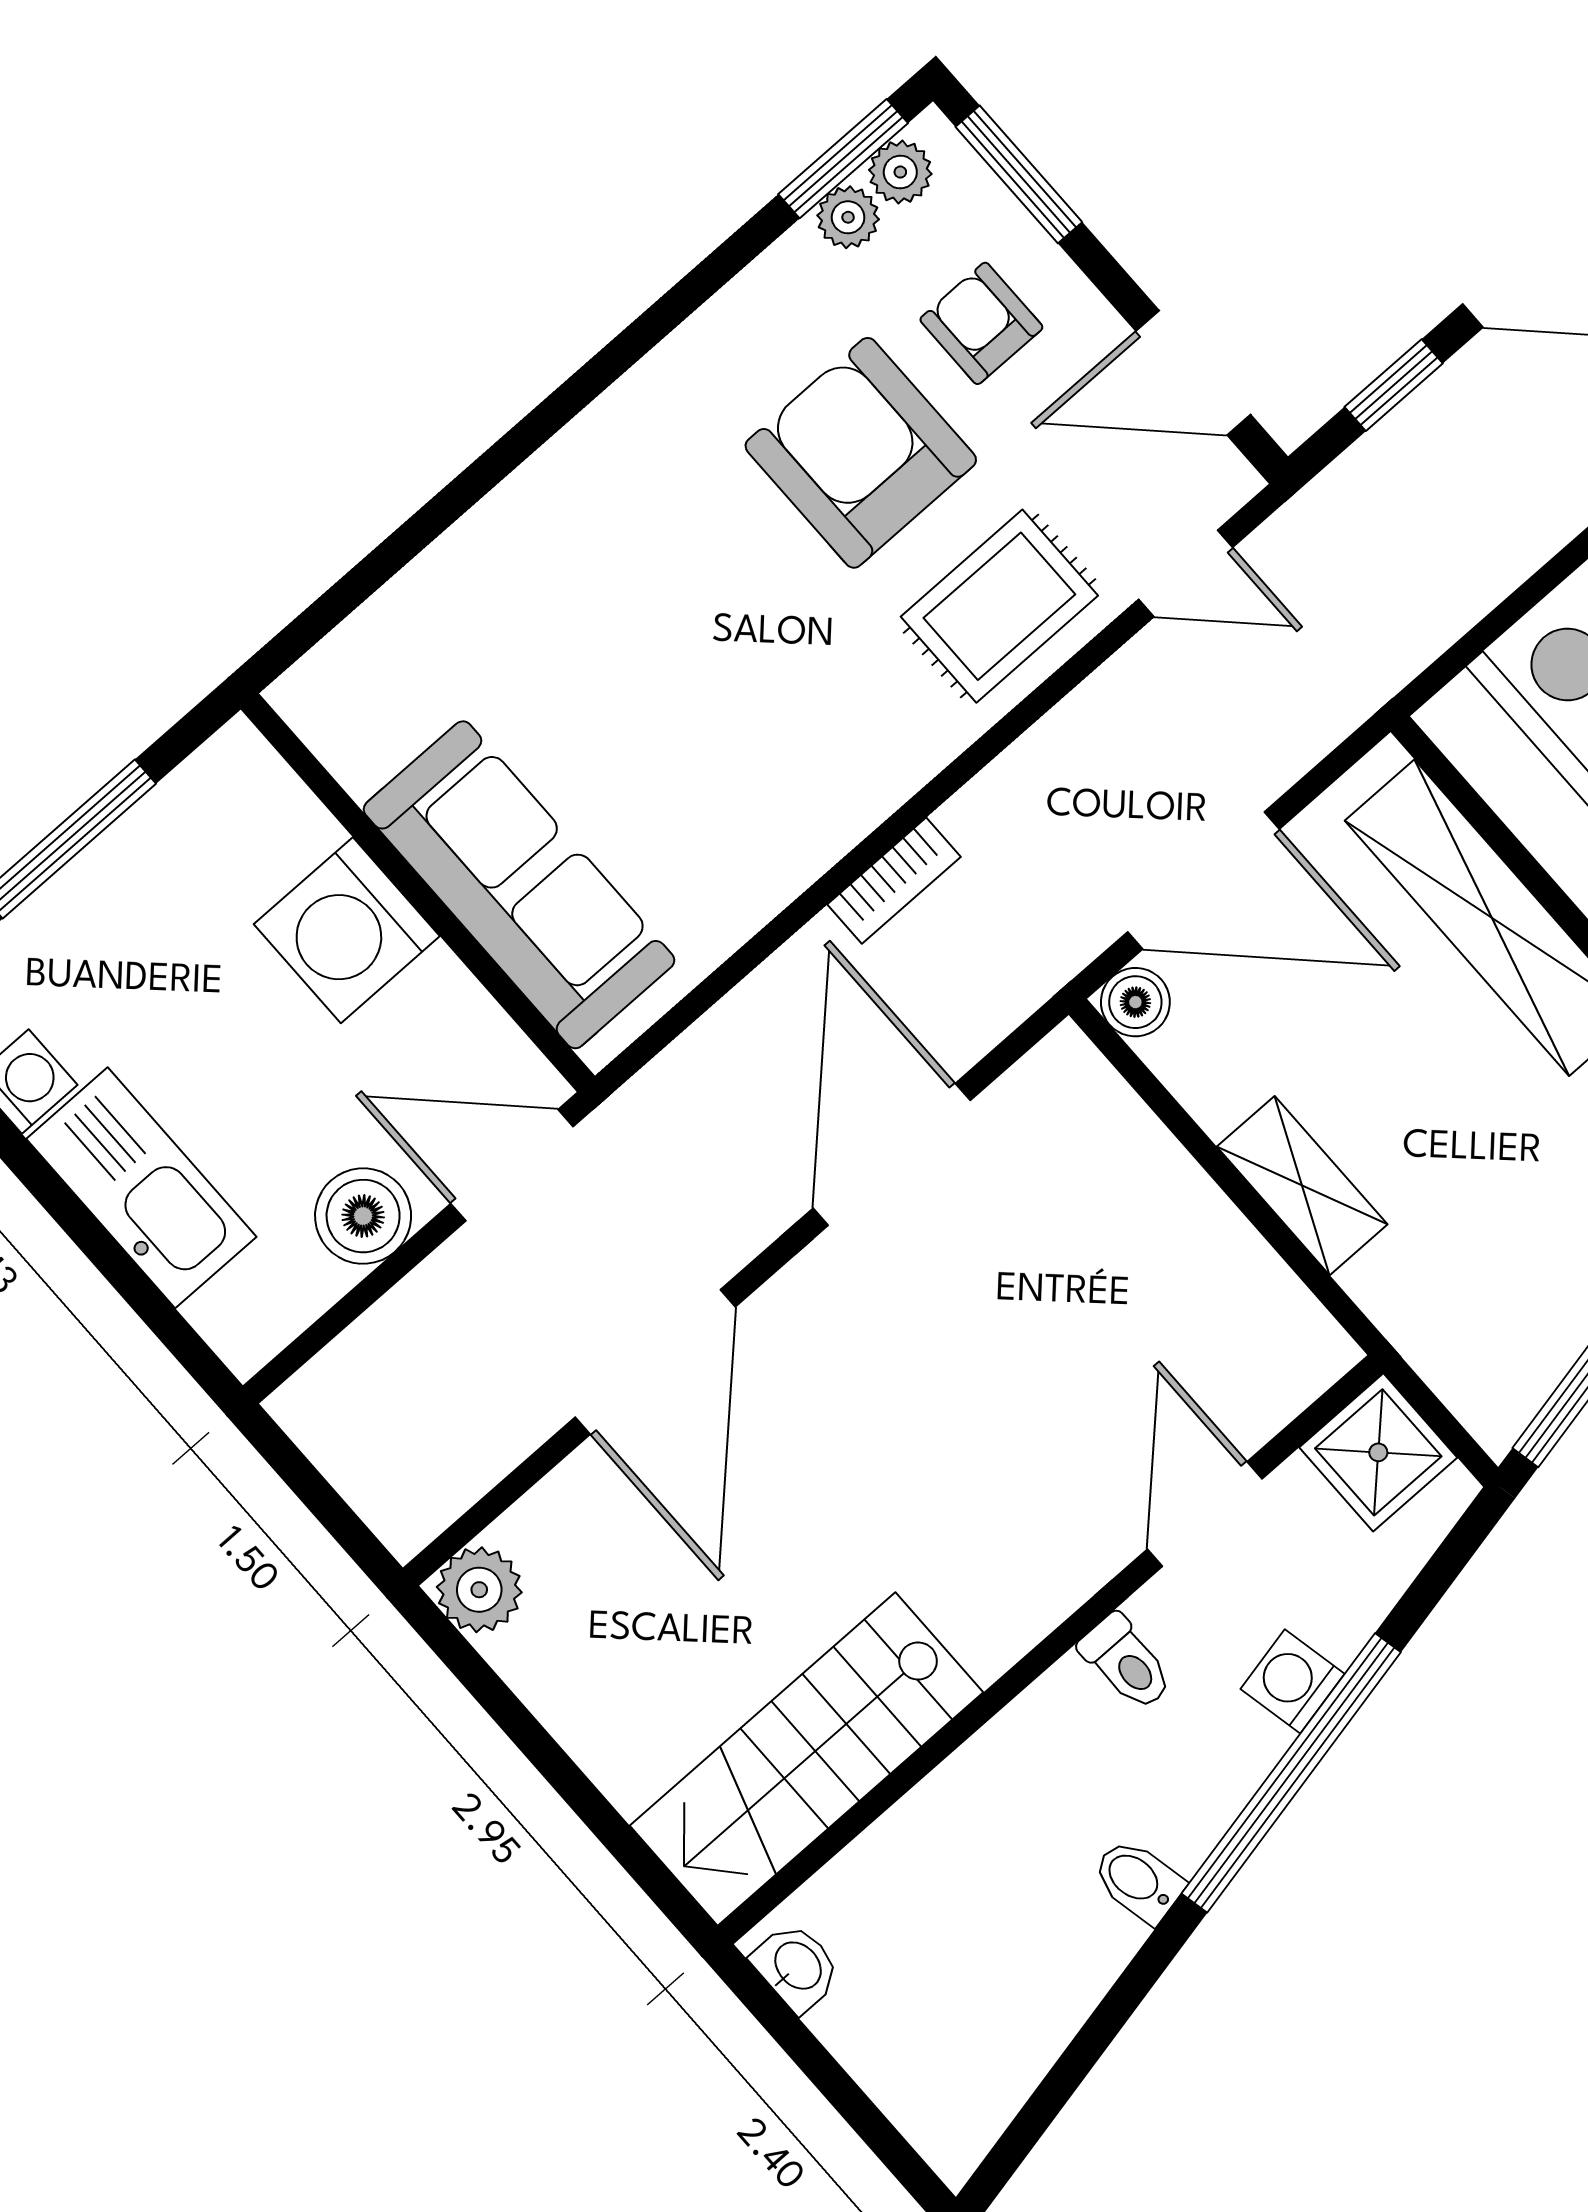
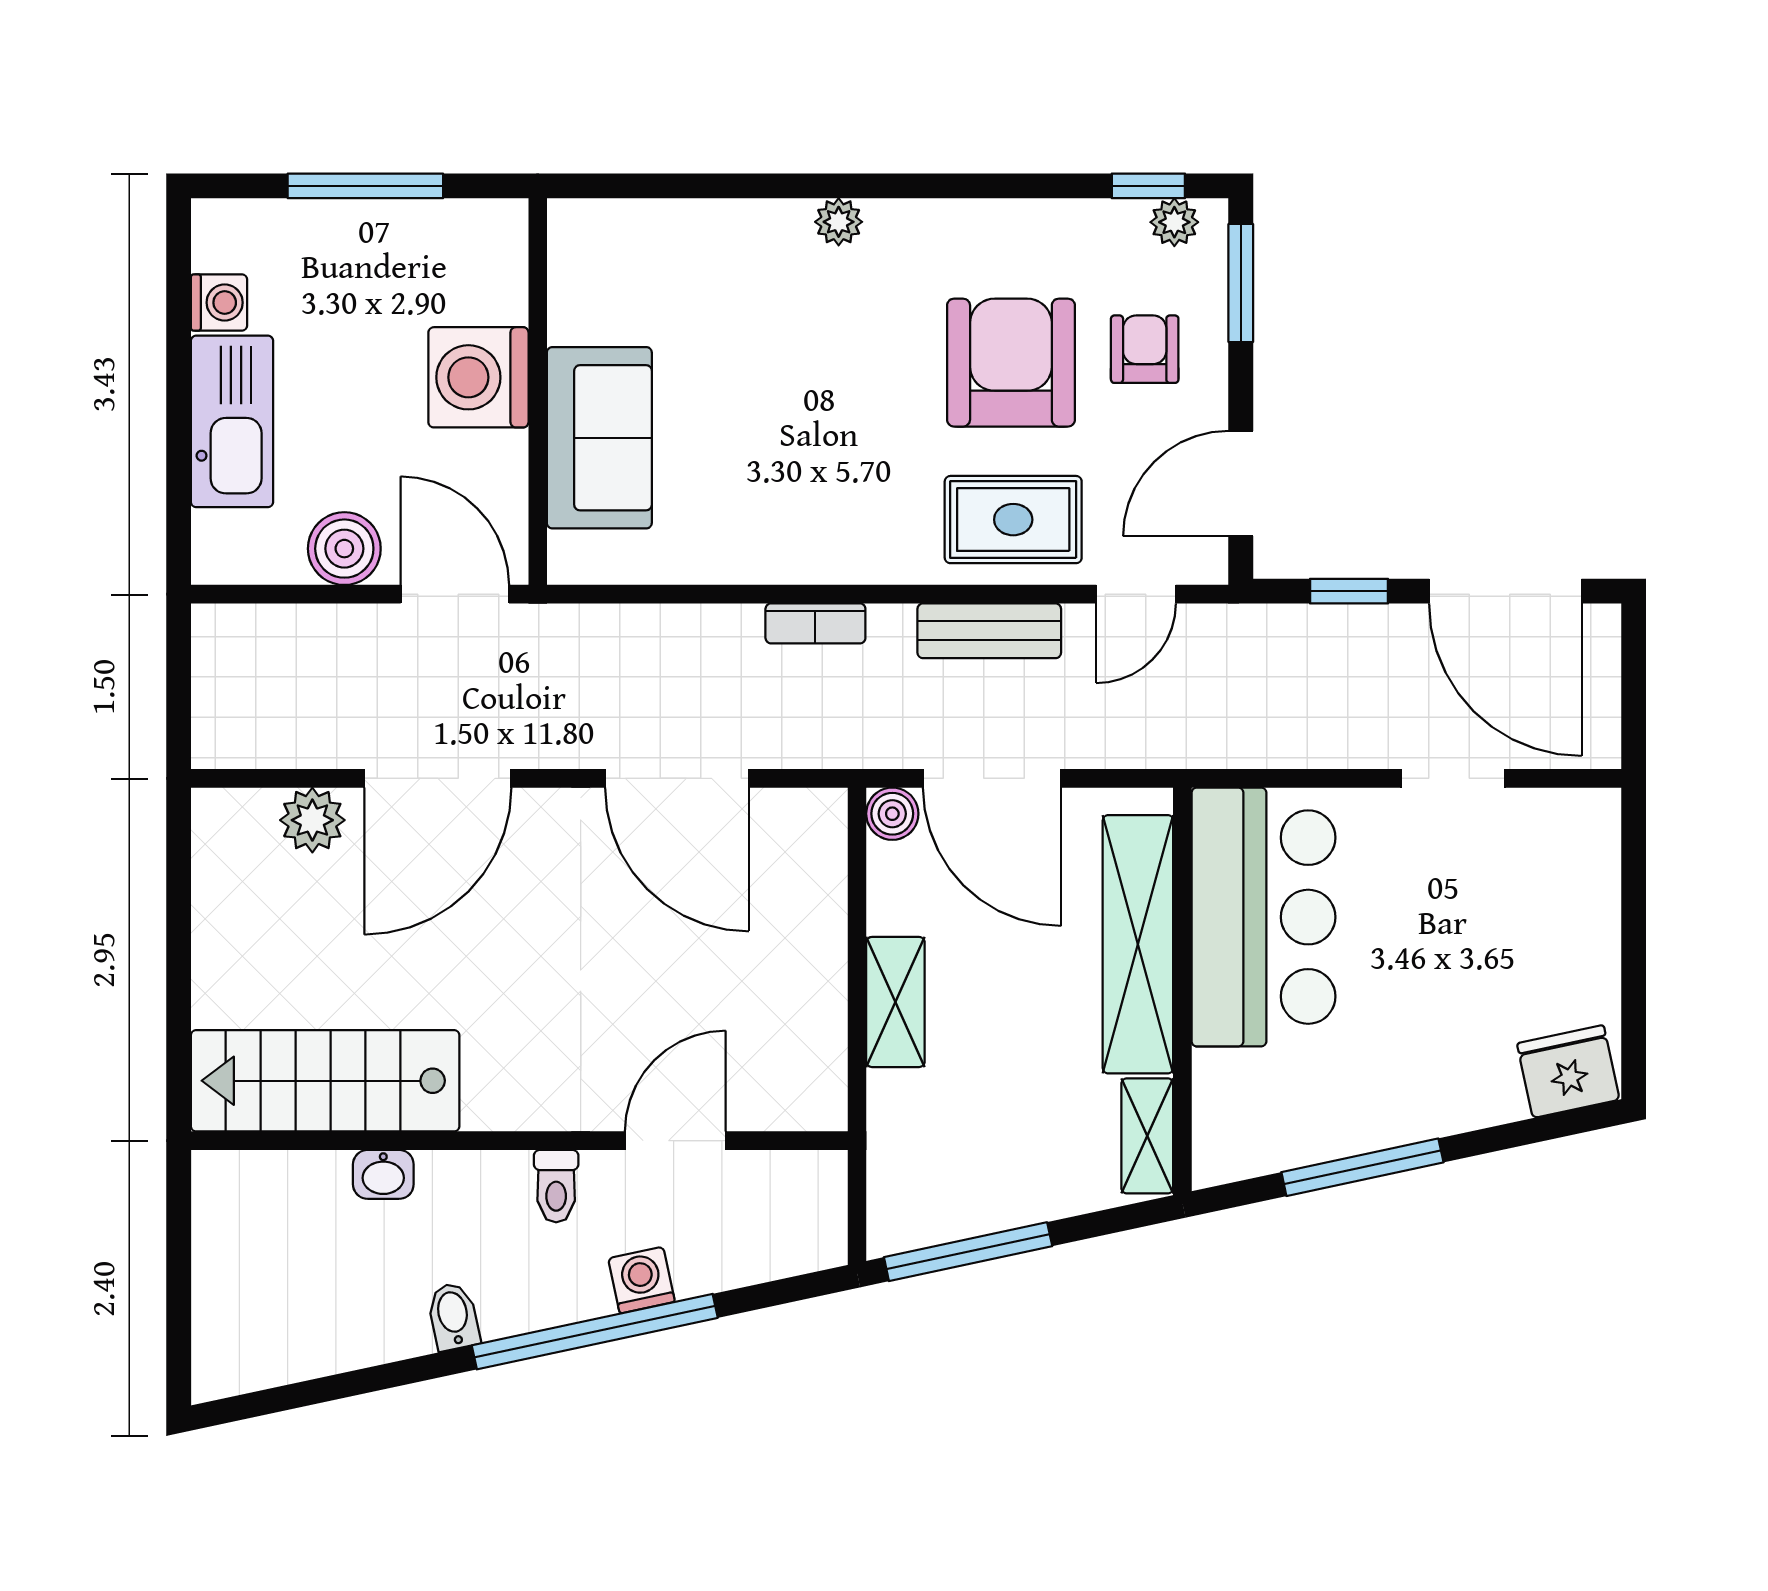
window: (843, 159) -> (1148, 186), width x0.67
plant: (848, 217) -> (839, 222), moved
door: (1193, 373) -> (1241, 484), hinge flipped
door: (1186, 573) -> (1136, 594), hinge flipped
bench: (1072, 737) -> (989, 631), added
sofa: (519, 885) -> (599, 438), width x0.73
door: (892, 1154) -> (677, 778), swing flipped
shower: (1378, 1452) -> (805, 1192), removed
plant: (479, 1590) -> (312, 820), moved
washbasin: (797, 1967) -> (383, 1174), moved, turned 90

